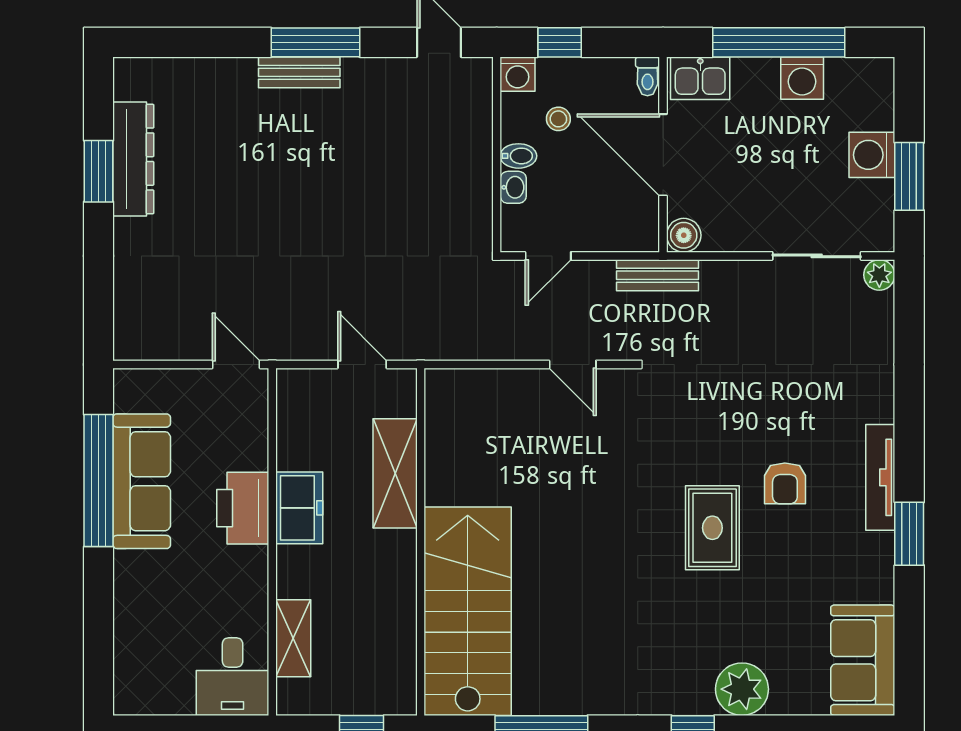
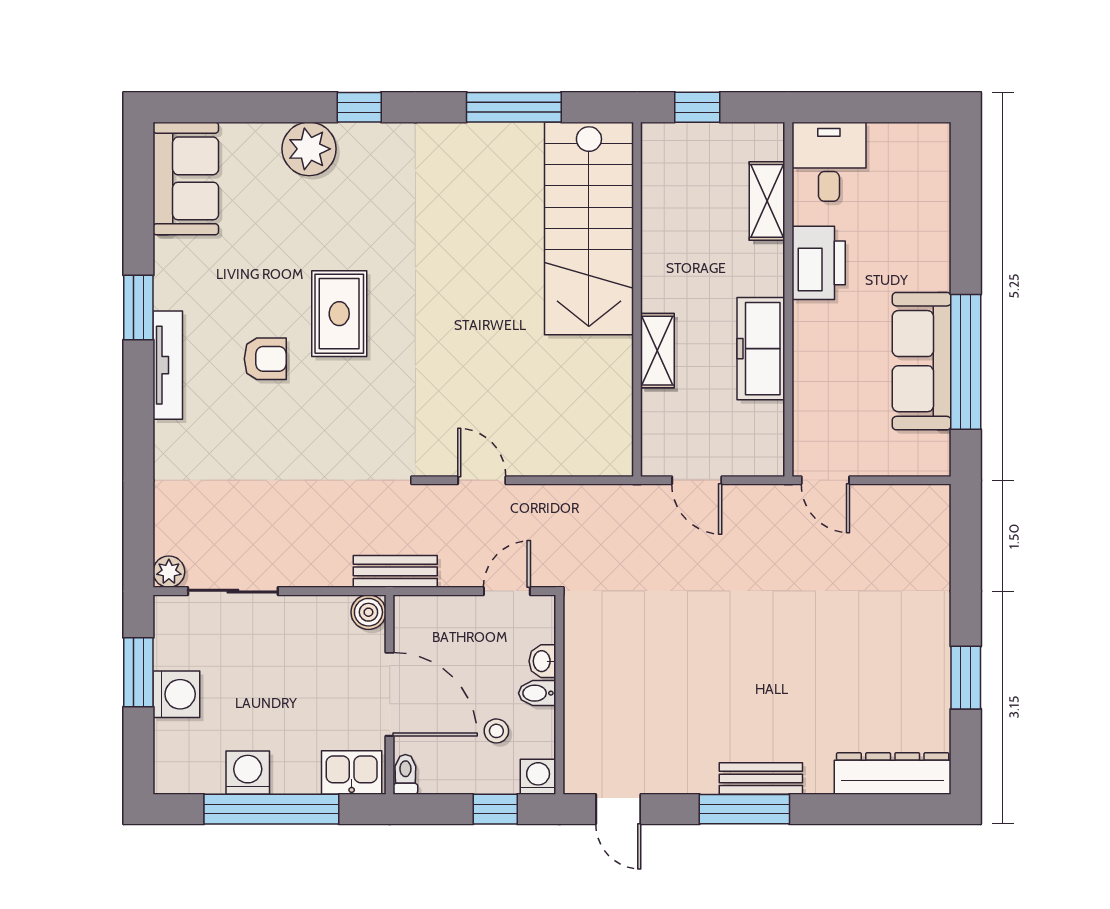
dresser: (133, 159) -> (893, 773), moved, turned 90
shelving: (395, 473) -> (657, 351), width x0.67, depth x0.75
armchair: (785, 483) -> (265, 359), turned 90
printer: (243, 508) -> (819, 263), moved
freezer: (299, 508) -> (761, 349), width x1.40

